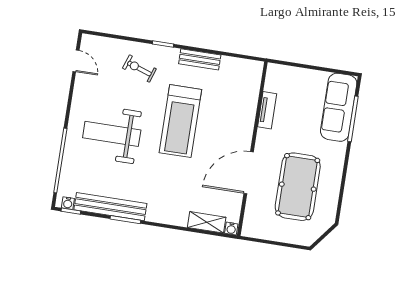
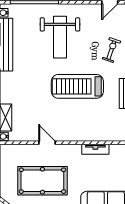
weight bench: (112, 134) -> (60, 37), turned 180
door: (249, 173) -> (47, 143), width x0.53

